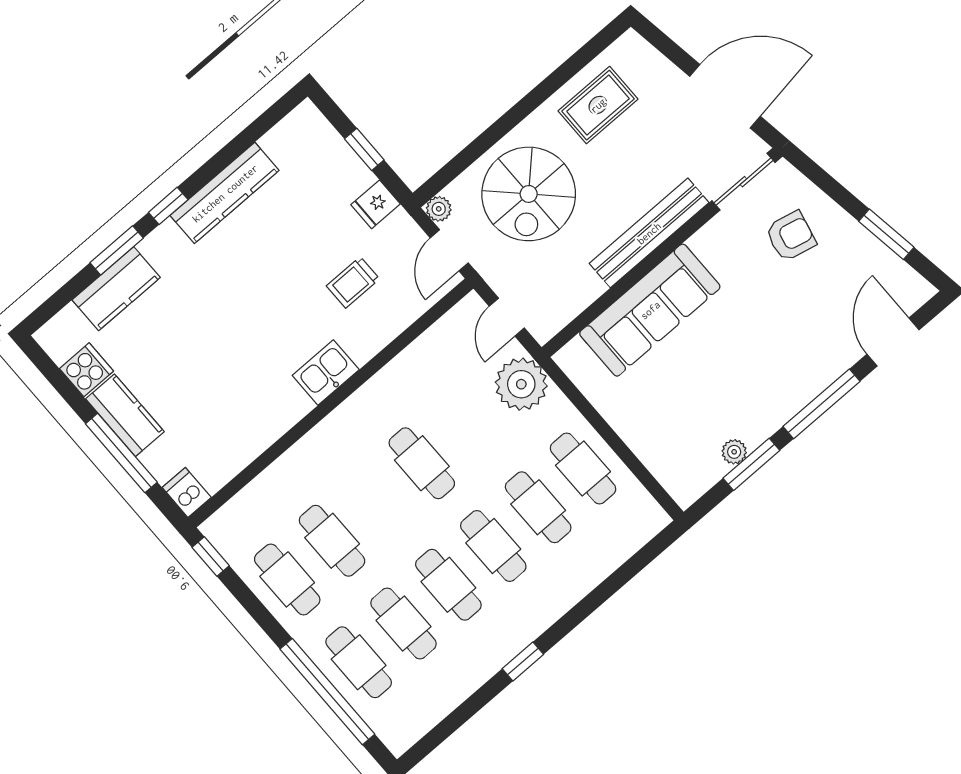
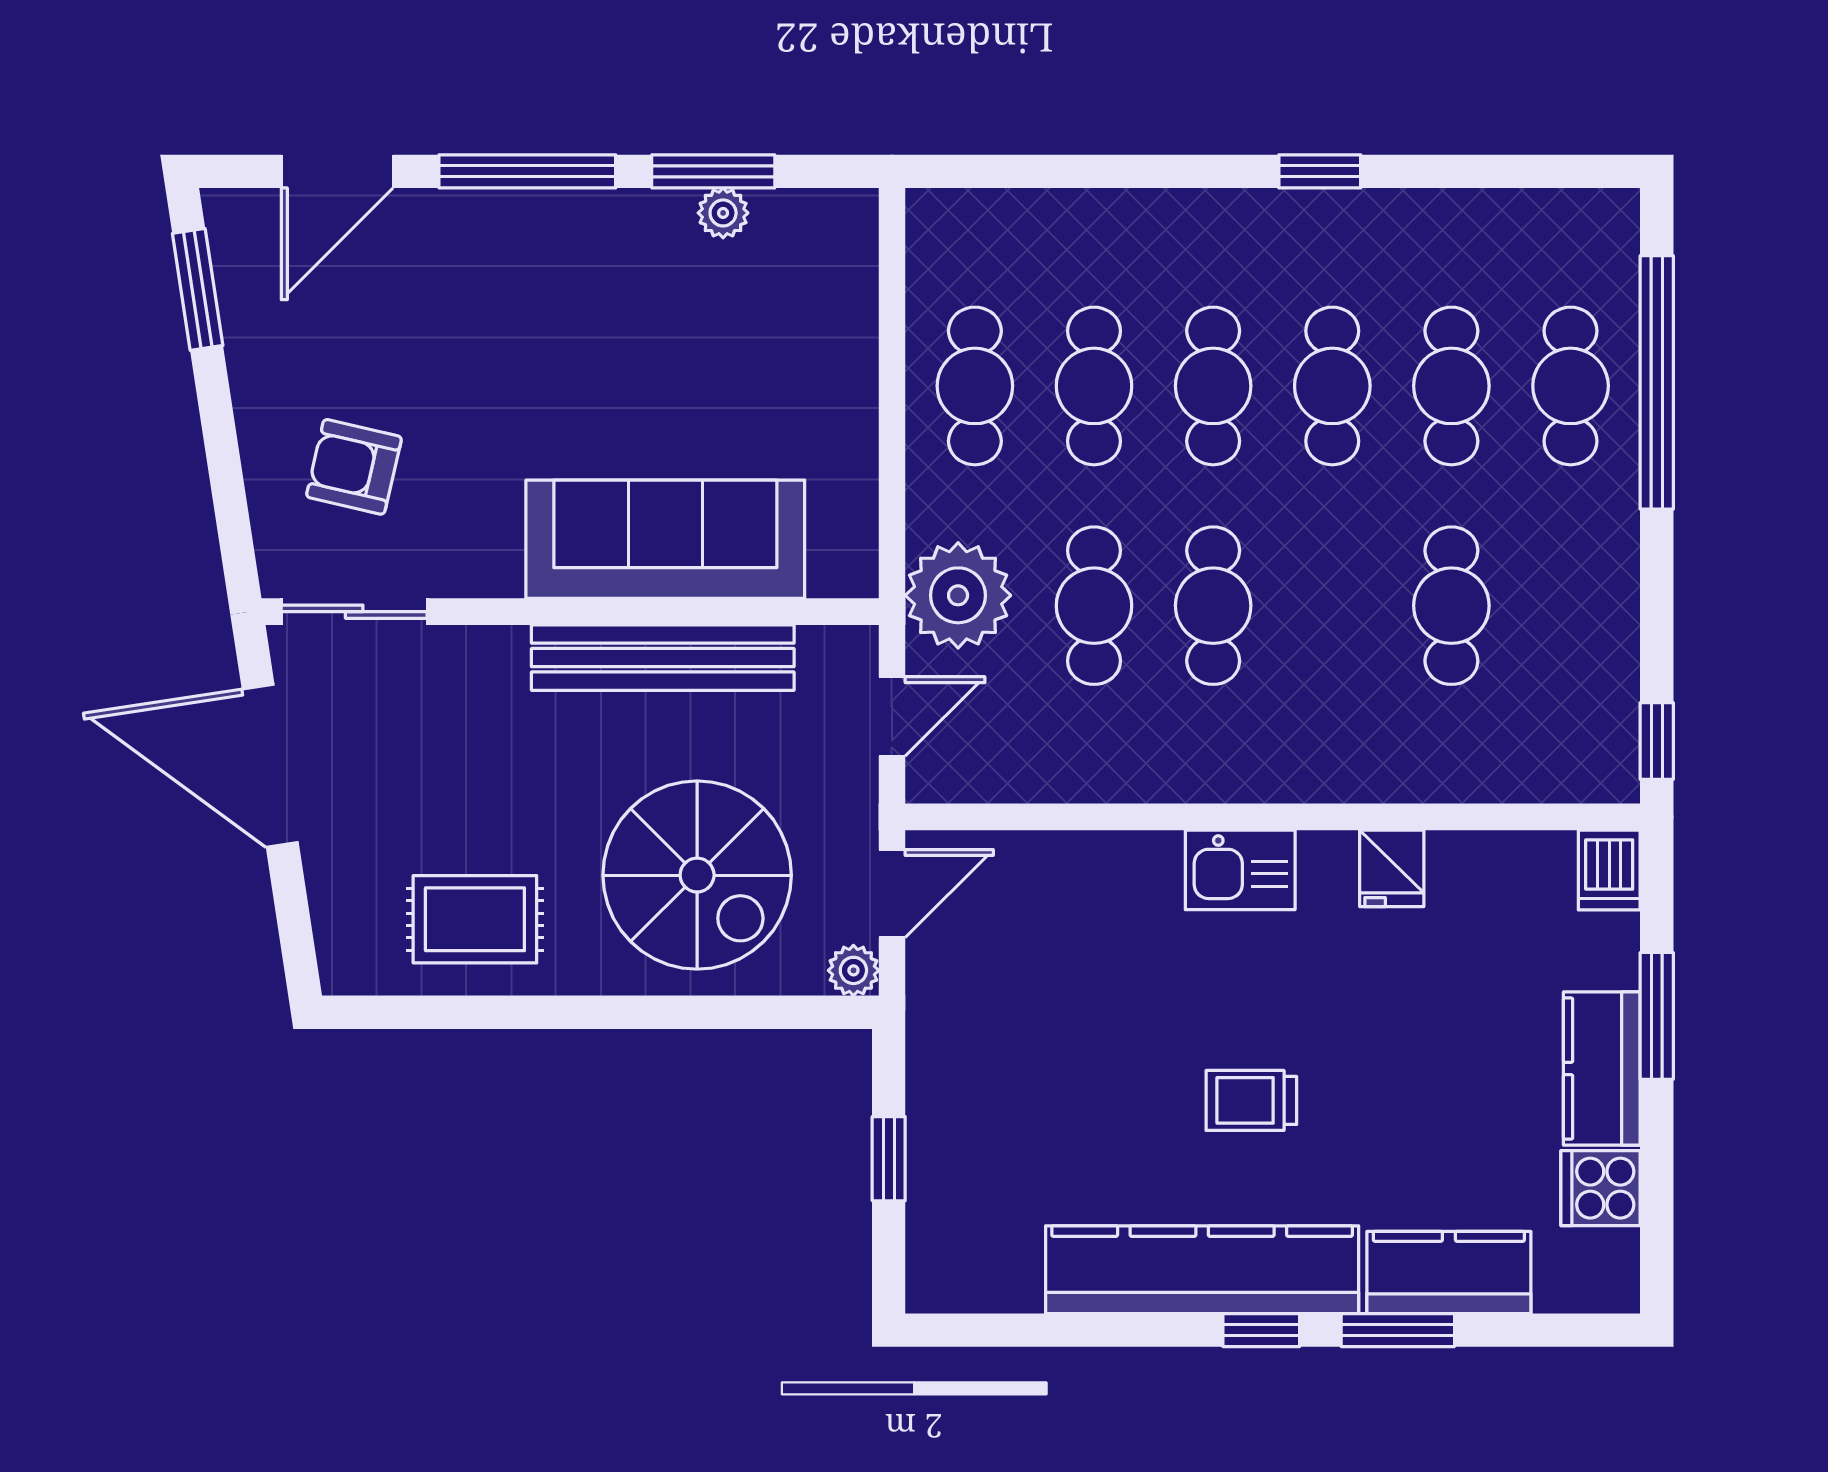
kitchen counter: (225, 193) -> (1202, 1270), width x1.39, depth x1.17
spiral stairs: (529, 194) -> (697, 875), turned 90
fridge: (376, 204) -> (1392, 868), moved, turned 90
bench: (649, 233) -> (663, 658), moved
window: (886, 234) -> (198, 289), moved
trolley: (353, 282) -> (1251, 1100), moved, turned 180
window: (121, 453) -> (1657, 1016), width x0.69
cafe table: (287, 579) -> (1094, 606), moved

